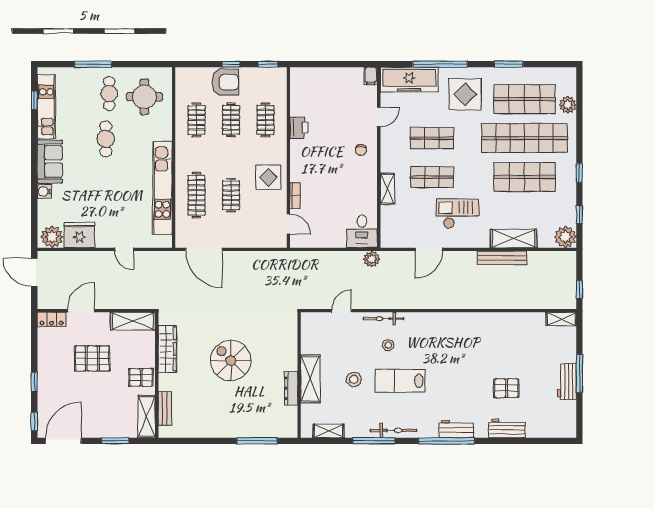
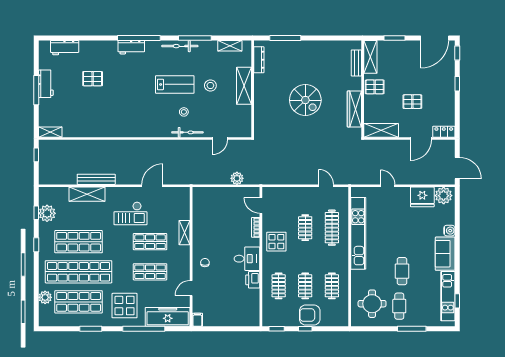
desk: (362, 231) -> (247, 259), moved, turned 90
plant: (565, 237) -> (47, 213), moved
door: (204, 249) -> (326, 186), width x0.53
plant: (372, 259) -> (237, 178), moved
pallet: (92, 358) -> (412, 102), width x0.67, depth x0.71
dresser: (291, 388) -> (259, 60), moved
workbench: (507, 428) -> (65, 48), moved

